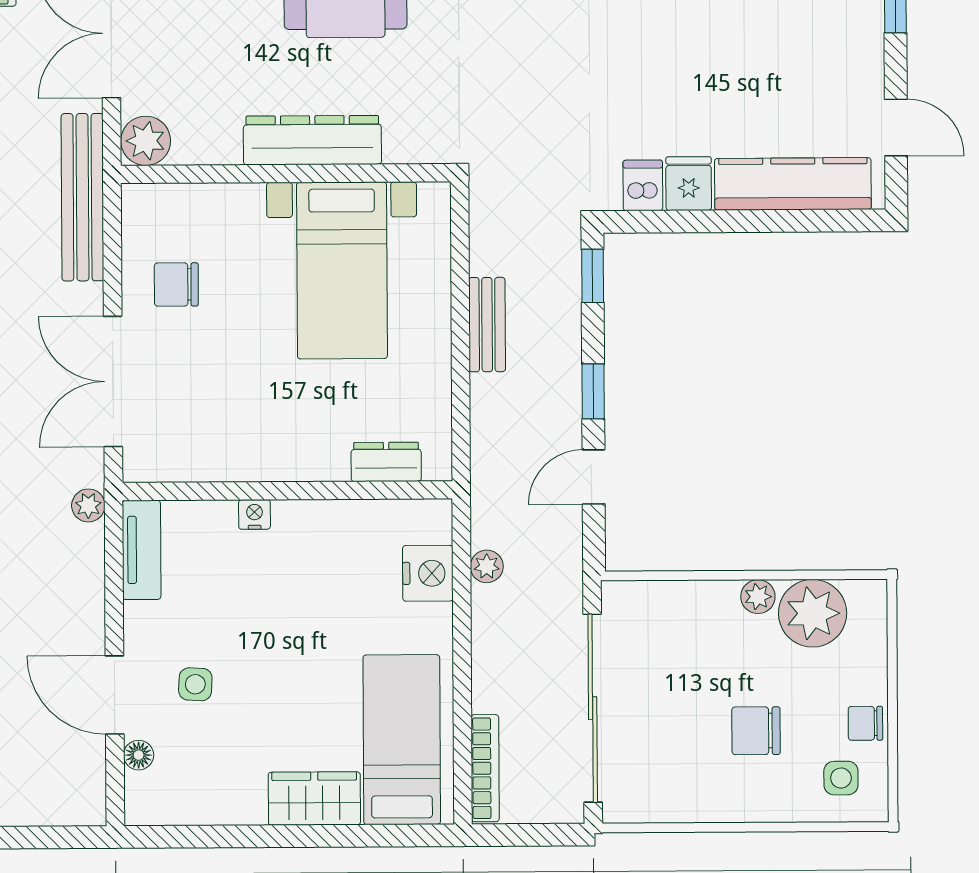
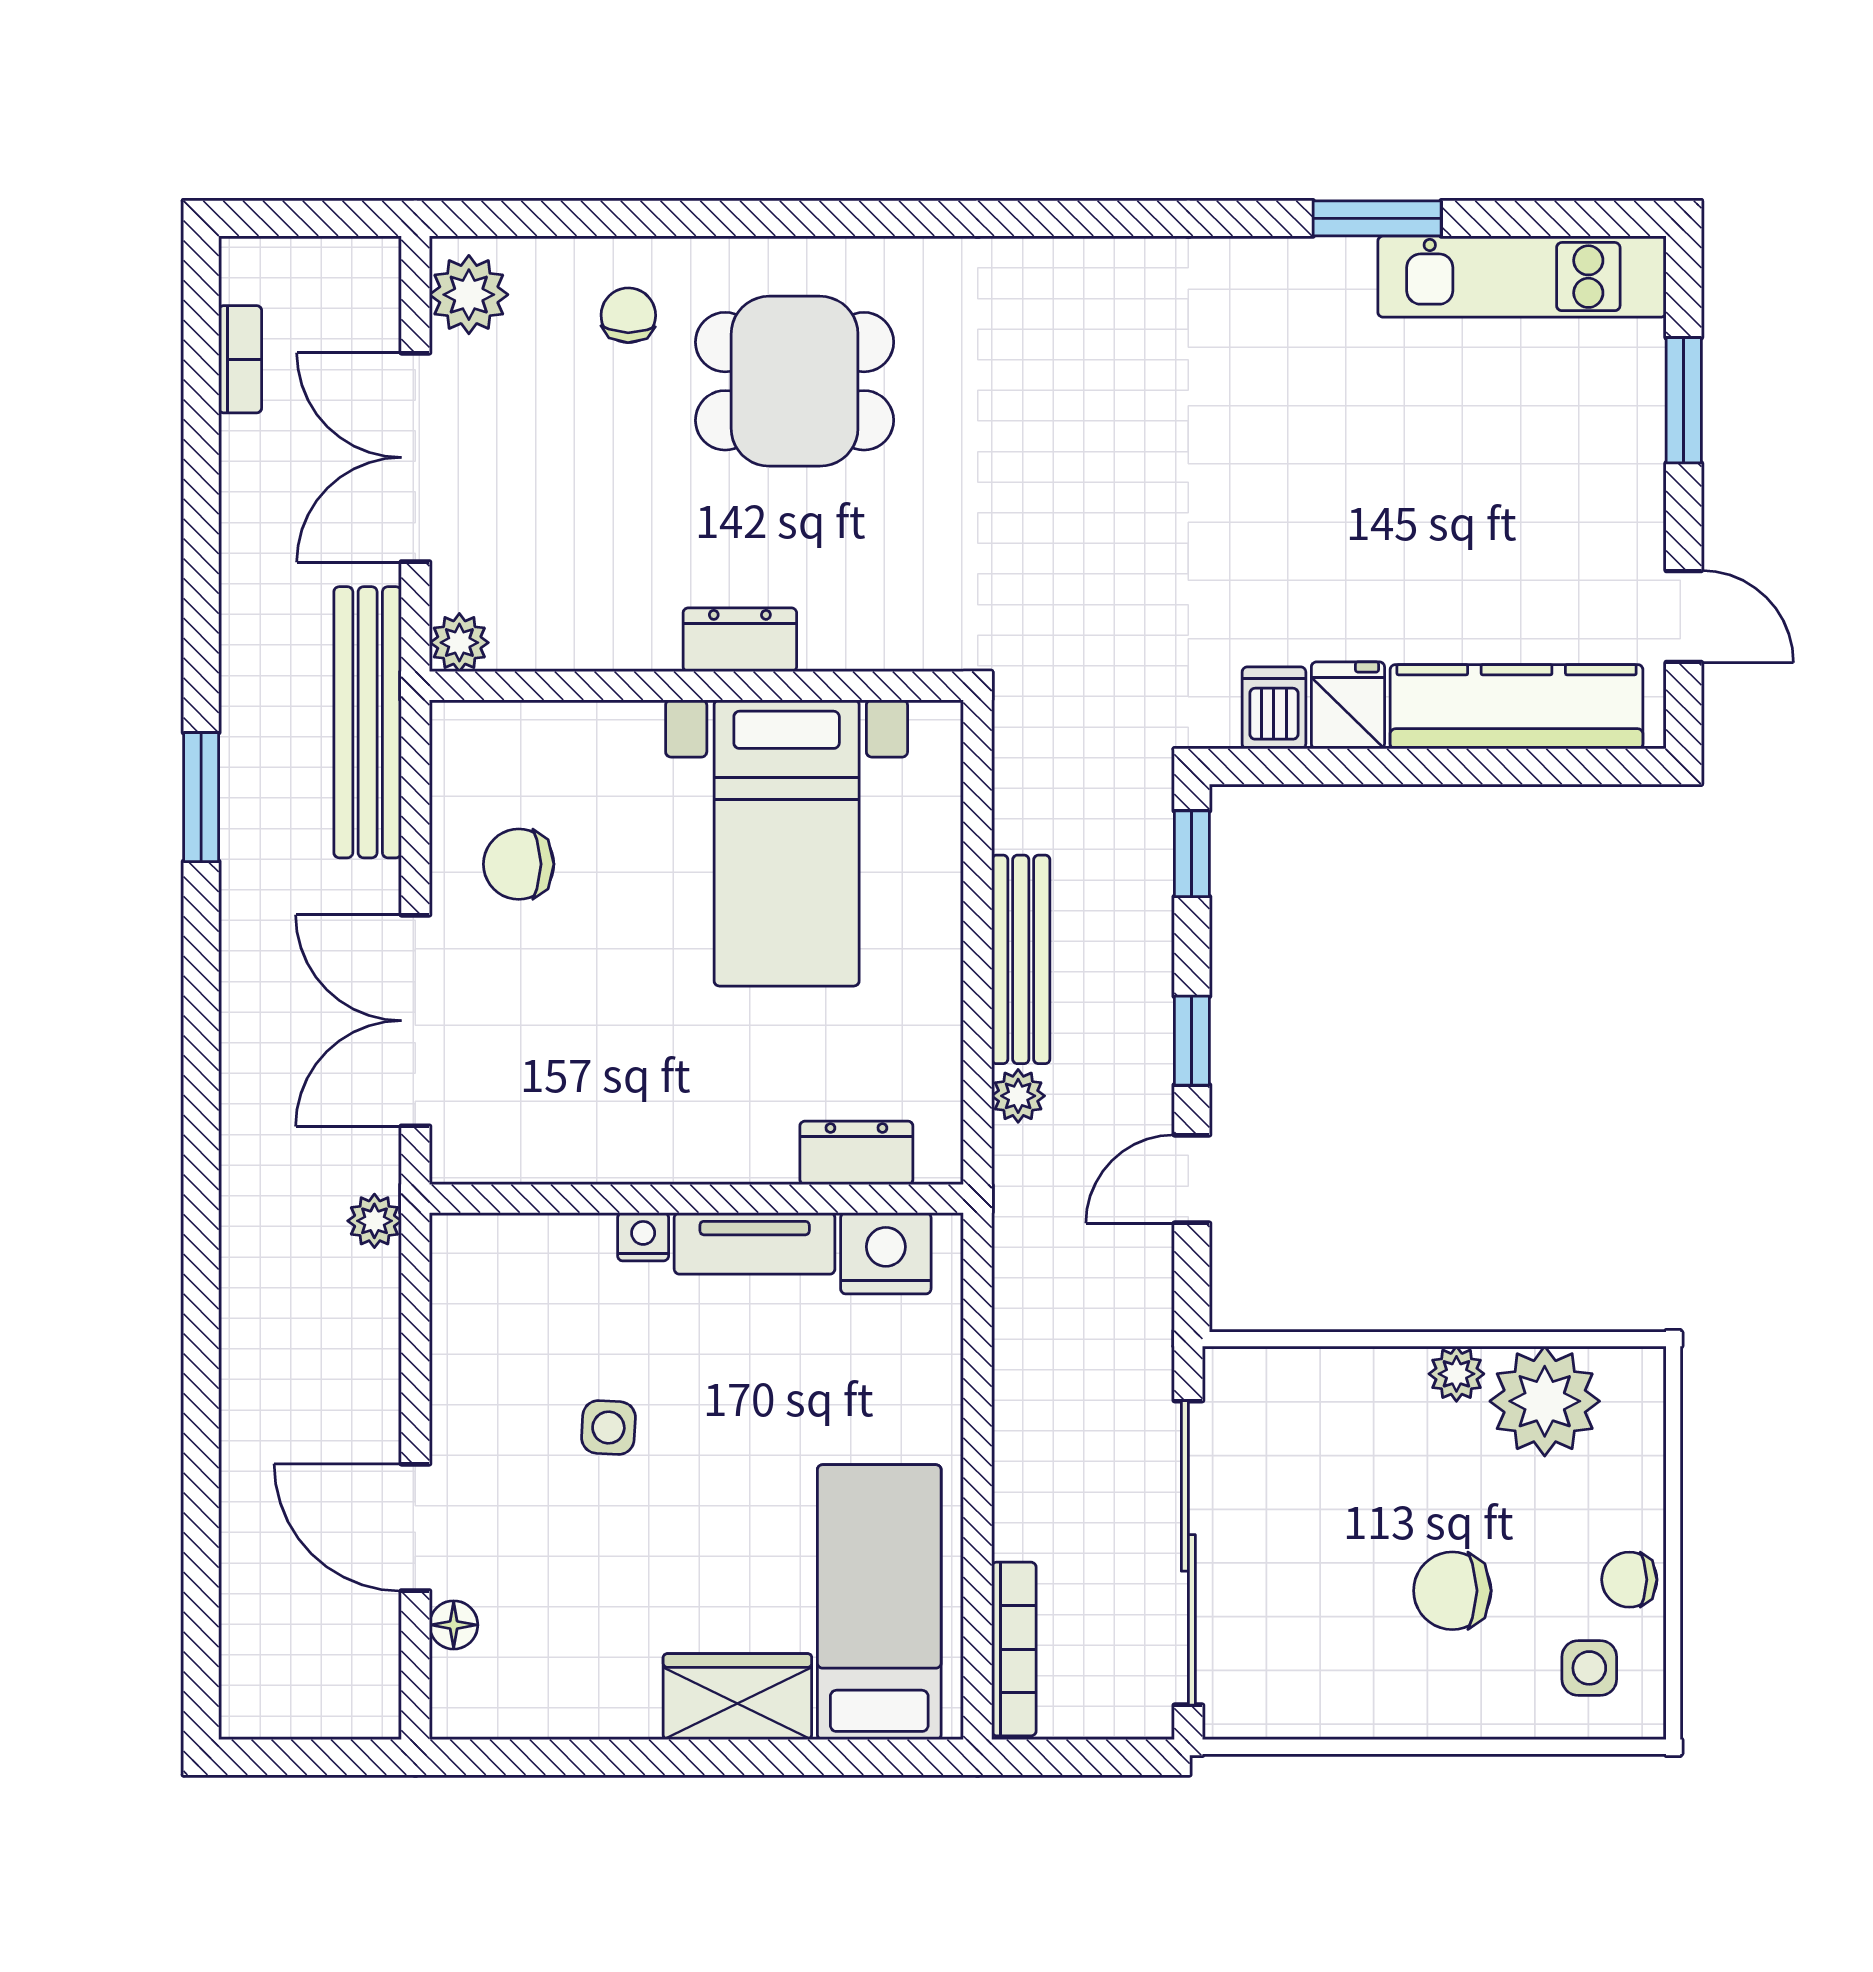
dresser: (312, 140) -> (740, 640), width x0.51, depth x0.80
plant: (146, 141) -> (459, 643), width x0.73, depth x0.73
bench: (487, 325) -> (1021, 959), width x1.36
tv unit: (142, 550) -> (755, 1243), moved, turned 90
plant: (487, 566) -> (1018, 1096), moved
nightstand: (428, 573) -> (886, 1253), moved, turned -90
side table: (195, 684) -> (608, 1428), moved

